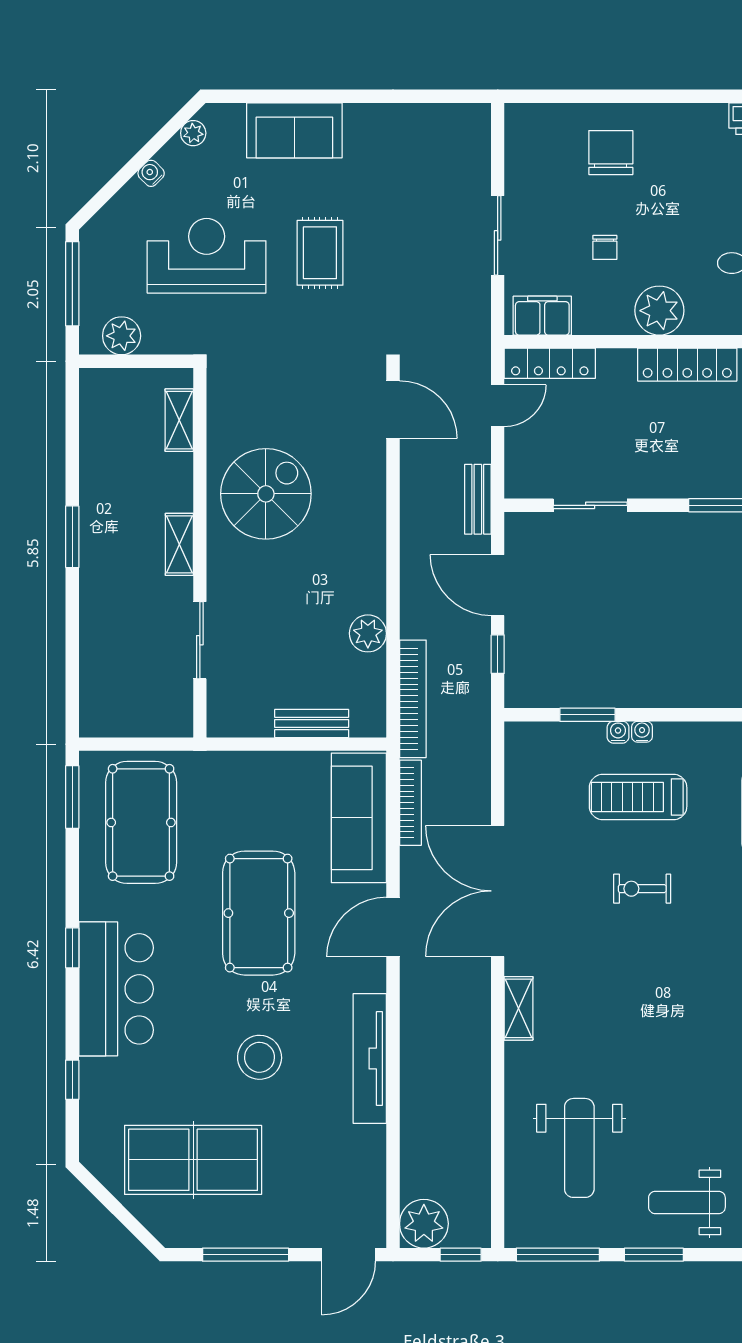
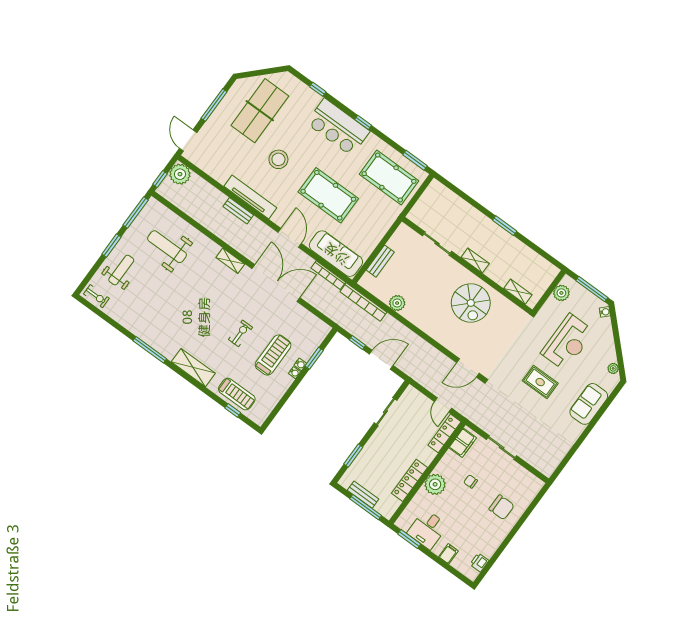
water cooler: (151, 173) -> (605, 312), moved
bench: (478, 499) -> (238, 211), moved

